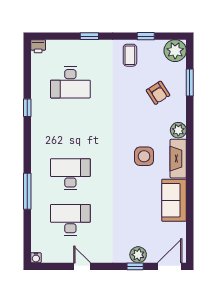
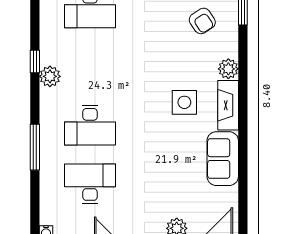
window: (27, 108) -> (35, 62), moved
plant: (39, 136) -> (50, 76), added
desk: (70, 174) -> (90, 125), turned 180

